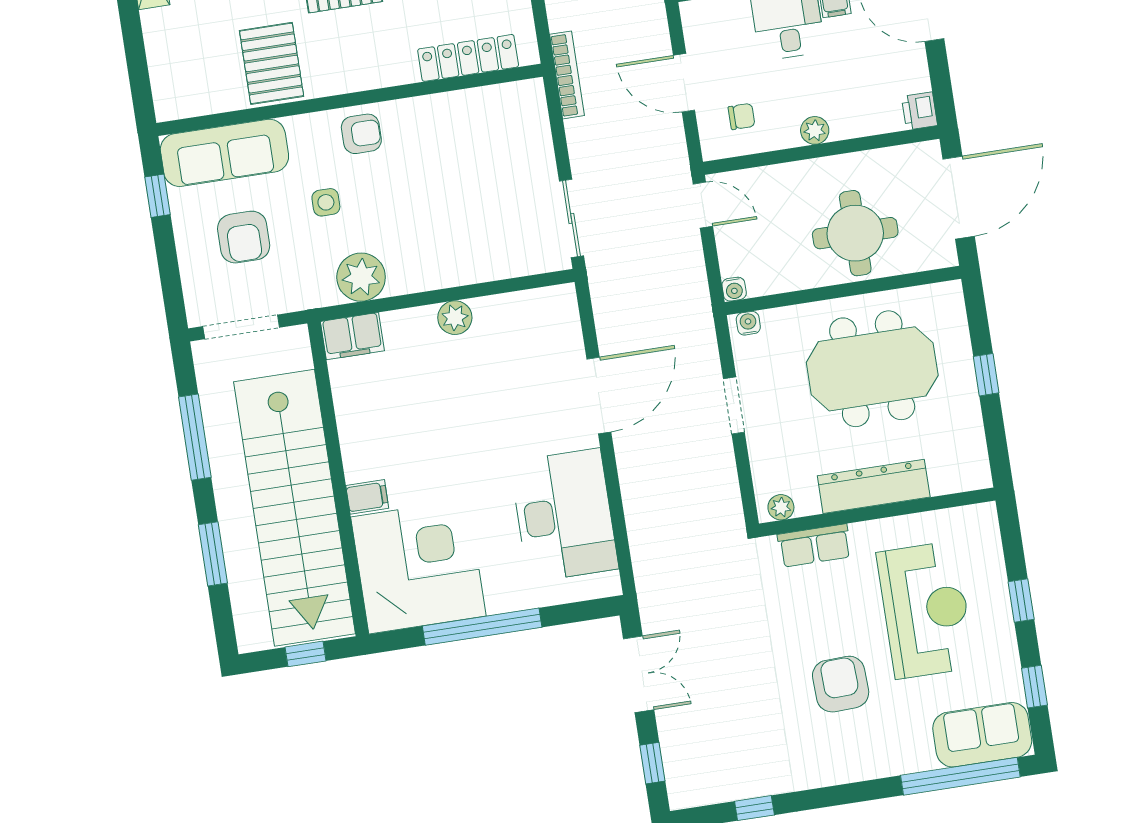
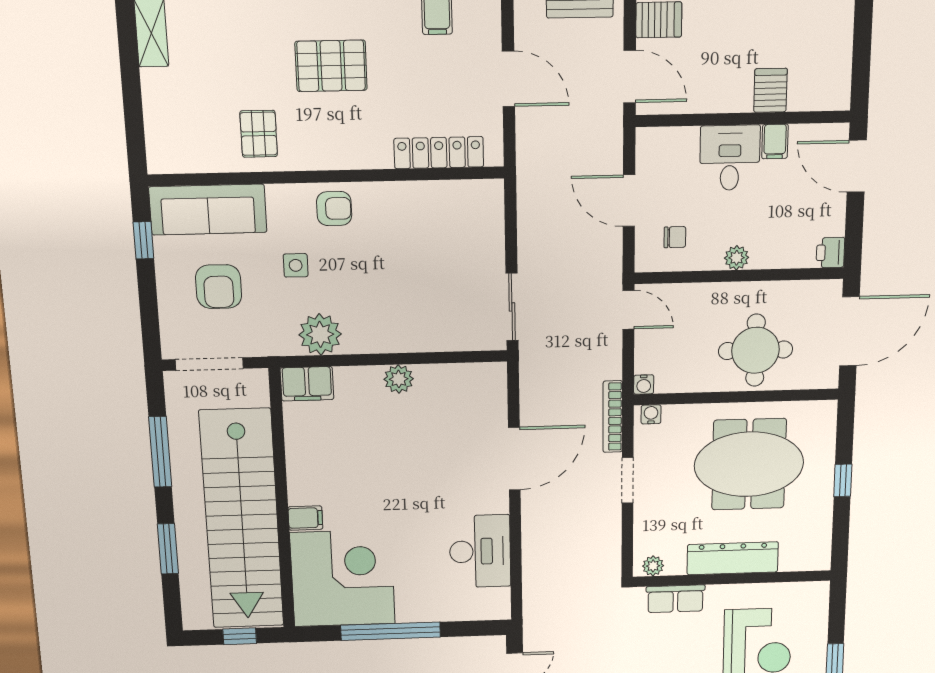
pallet: (272, 63) -> (259, 134), width x0.67, depth x0.71
bookcase: (567, 75) -> (613, 417), moved, turned 180
desk: (564, 515) -> (480, 551), width x0.73, depth x0.77

